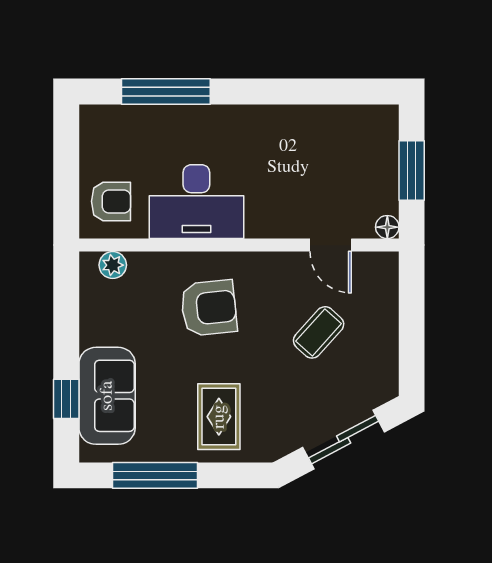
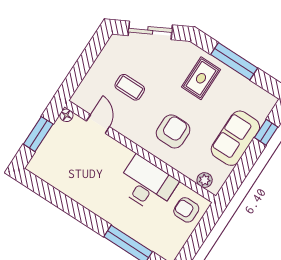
armchair: (209, 308) -> (173, 131), turned 96
coffee table: (319, 332) -> (130, 87), turned 48
sofa: (107, 396) -> (235, 138), moved
window: (155, 475) -> (234, 61), moved

